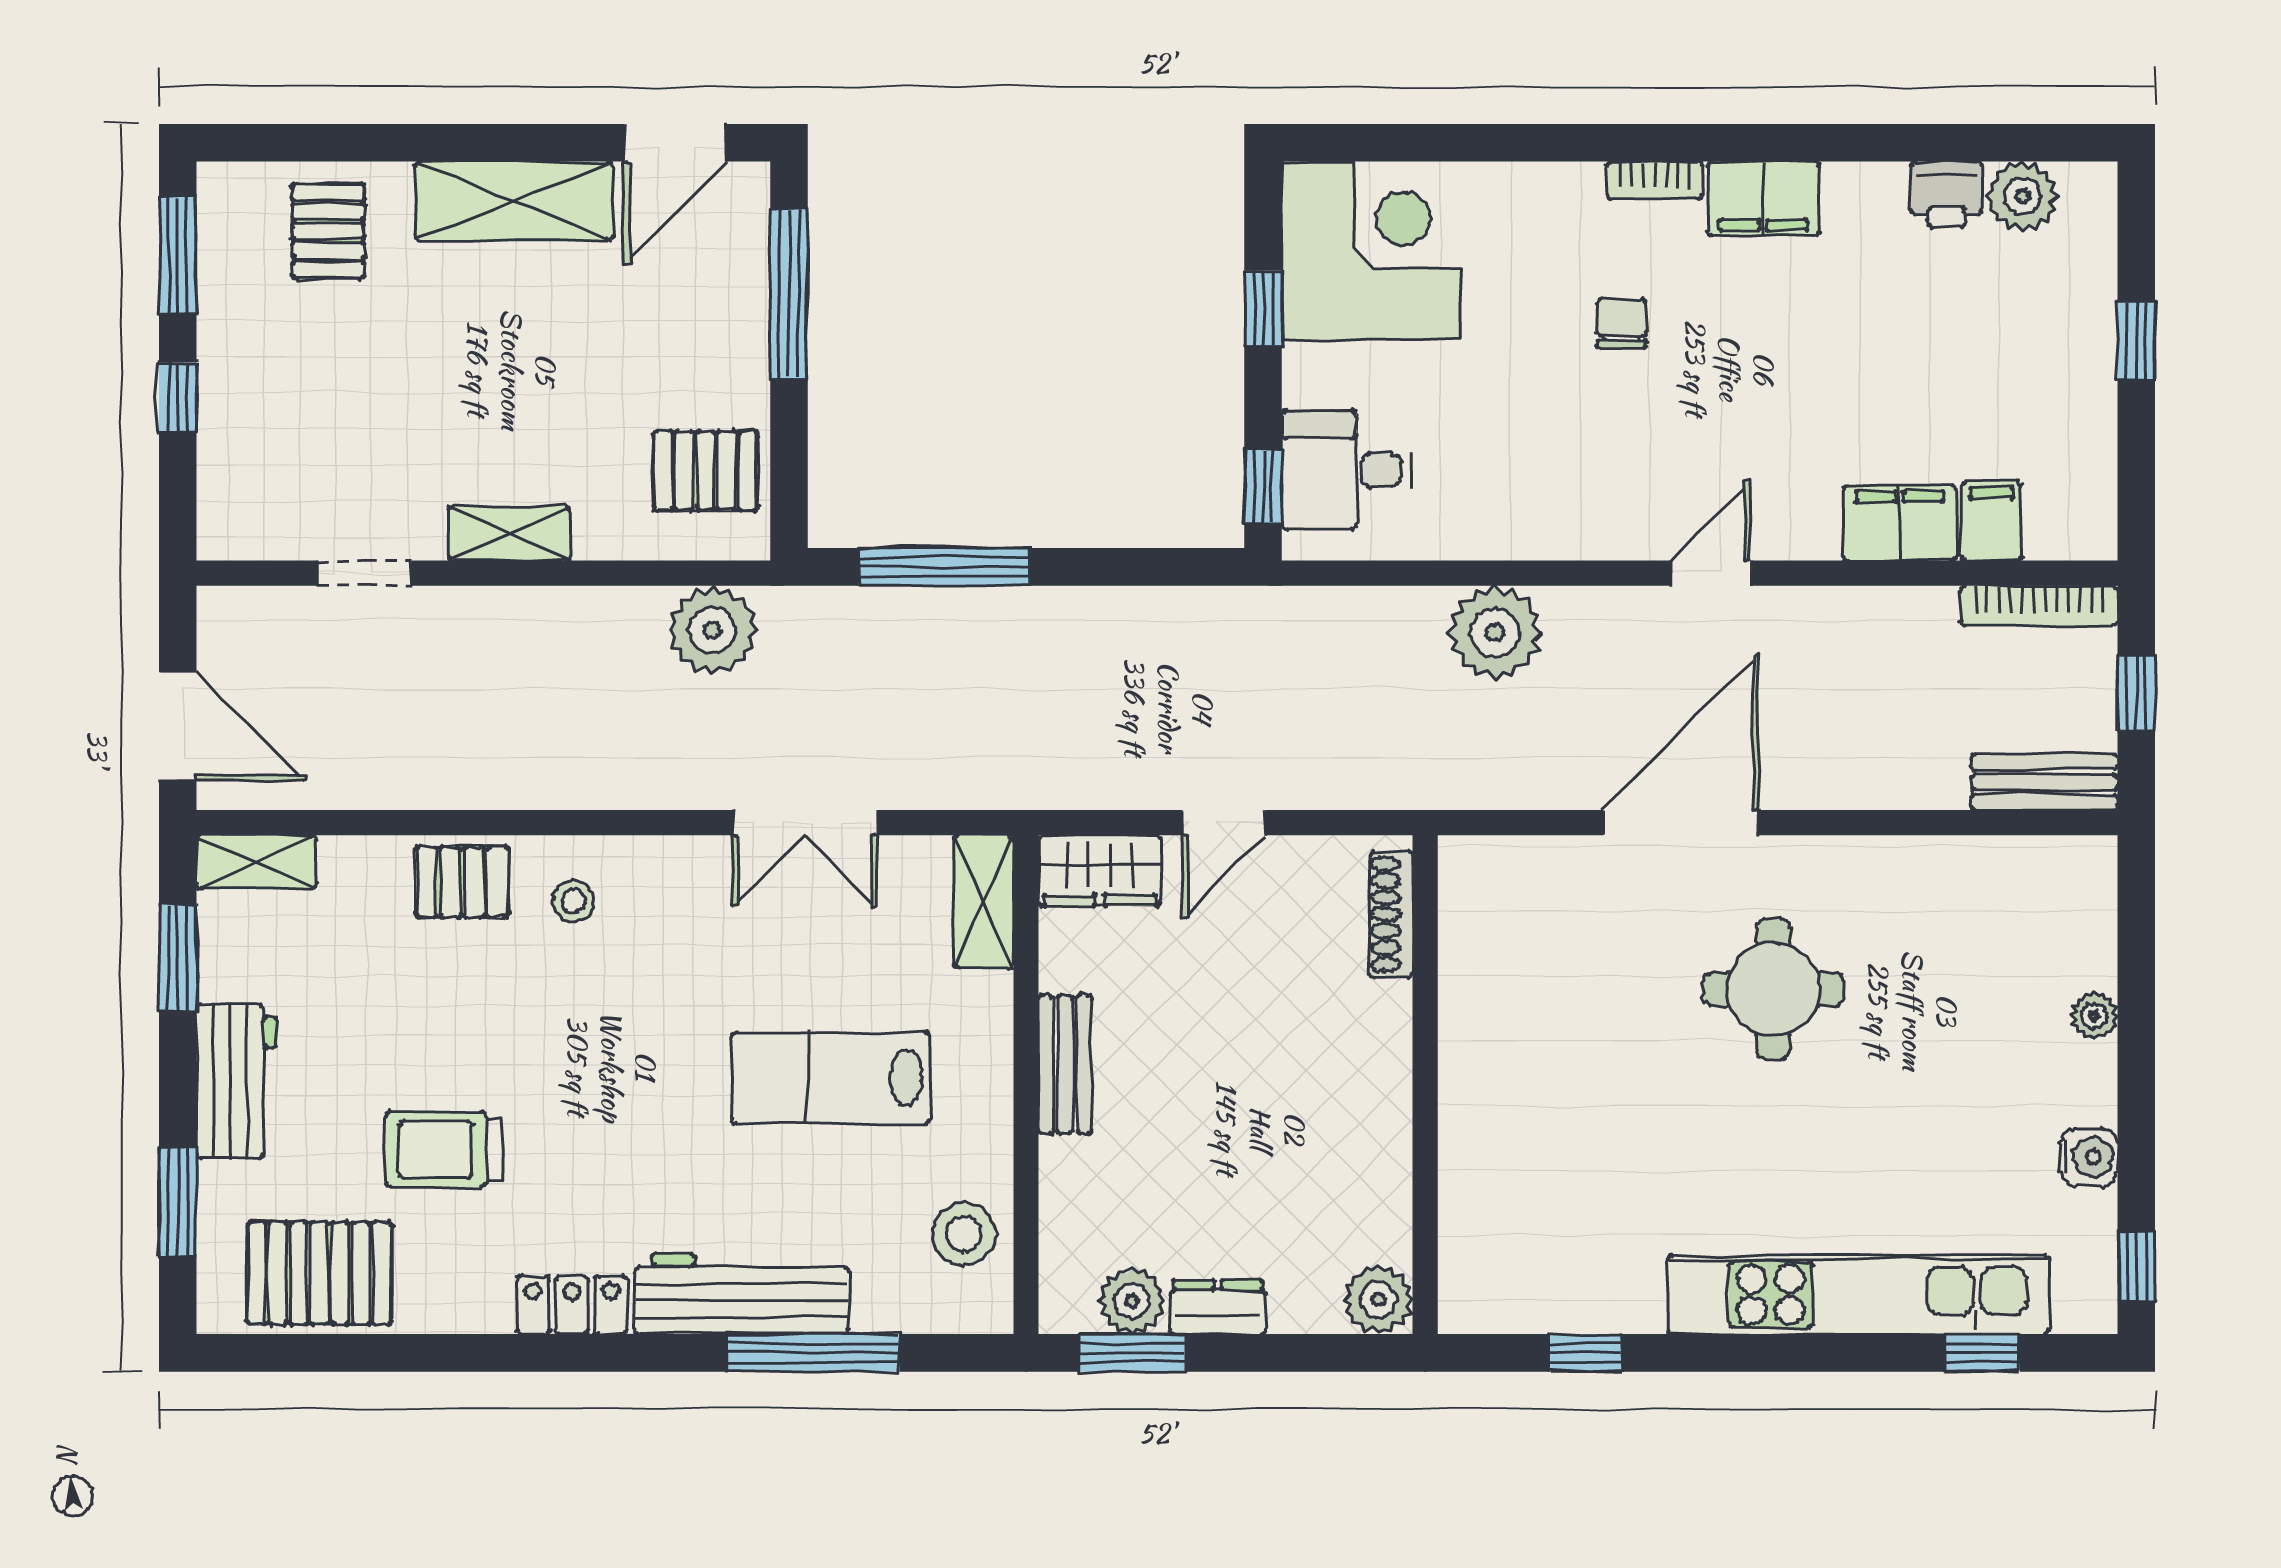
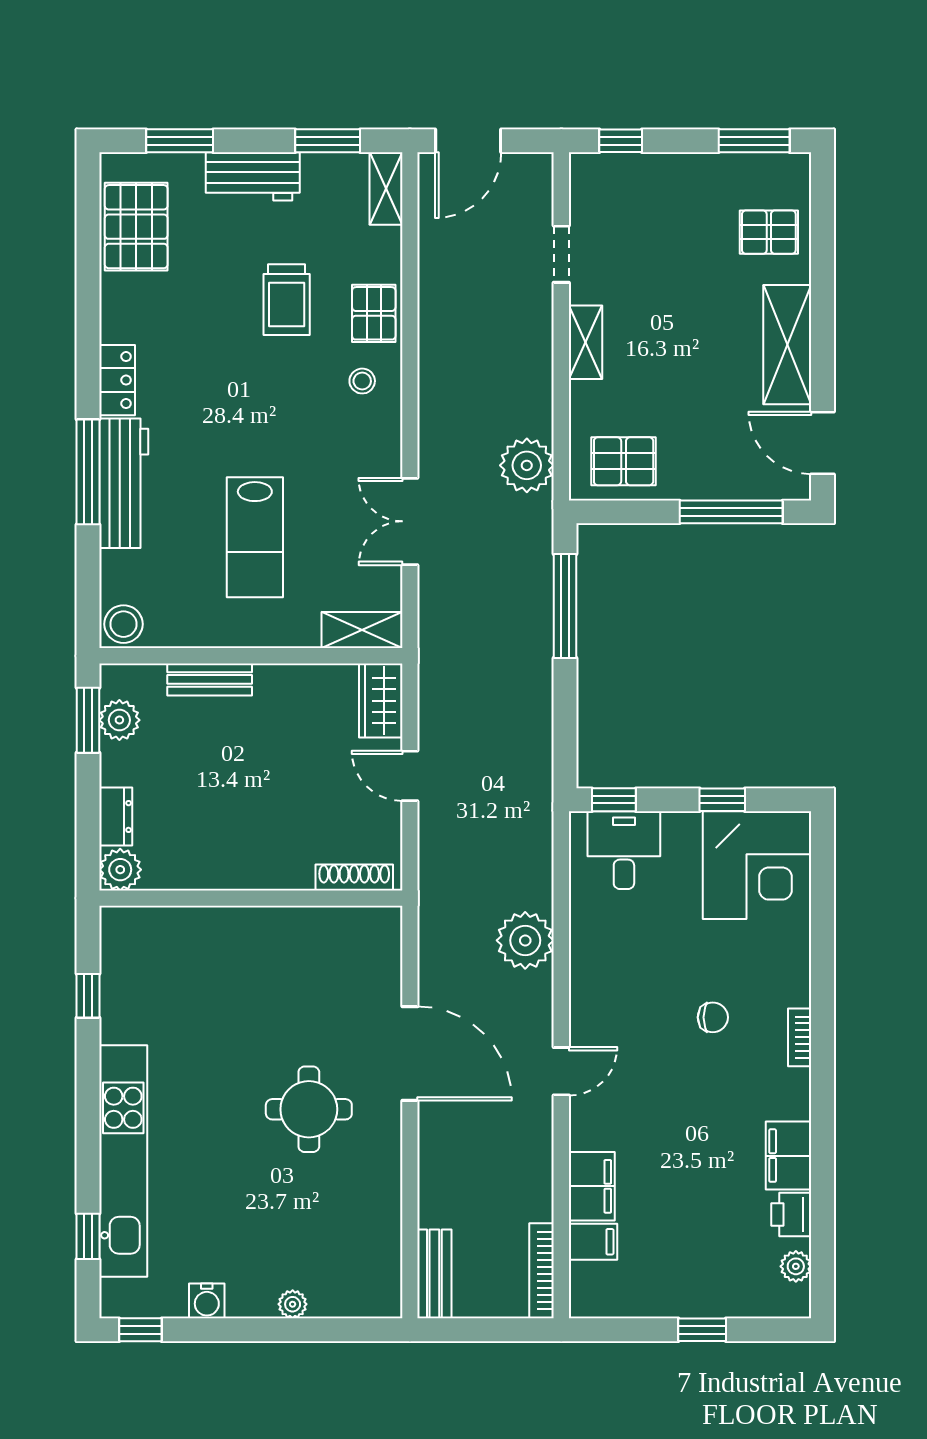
plant: (2022, 196) -> (796, 1266), width x0.73, depth x0.73
filing cabinet: (1763, 199) -> (788, 1156), moved
window: (178, 397) -> (621, 141), moved
pallet: (706, 471) -> (624, 461), turned 90
door: (1710, 573) -> (561, 1071), hinge flipped
window: (2136, 693) -> (488, 1330), removed
bench: (1065, 1064) -> (210, 679), moved
lab bench: (831, 1078) -> (255, 537), turned 180
trolley: (444, 1149) -> (287, 300), moved, turned 180
stool: (964, 1234) -> (123, 624), moved
dresser: (1218, 1307) -> (116, 817), moved
window: (813, 1353) -> (88, 472), moved

